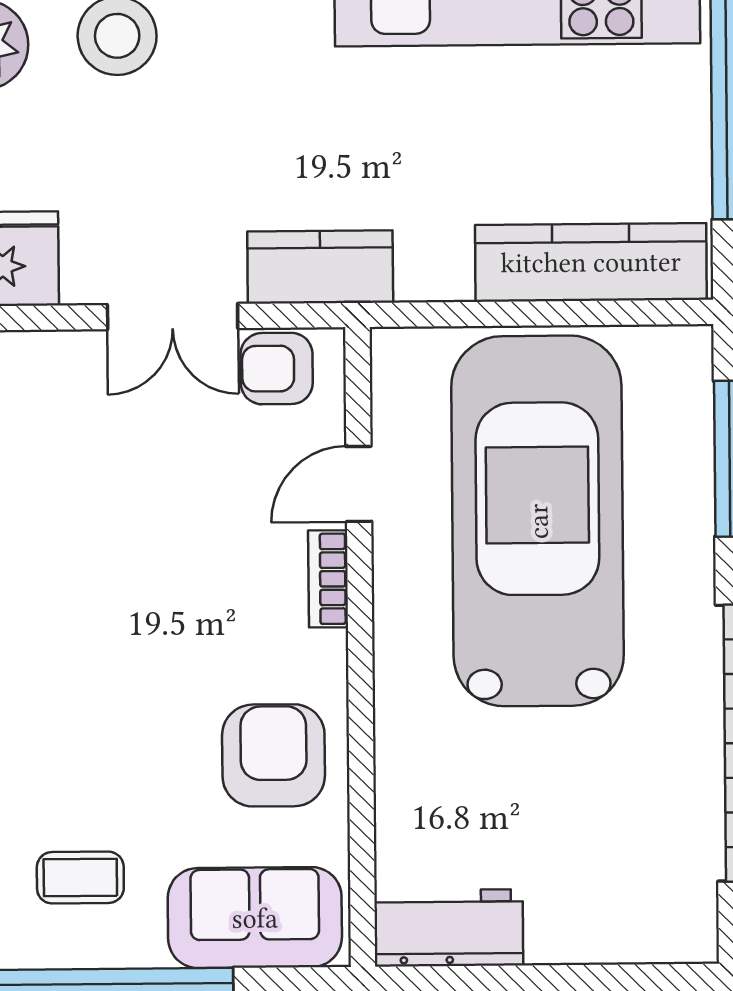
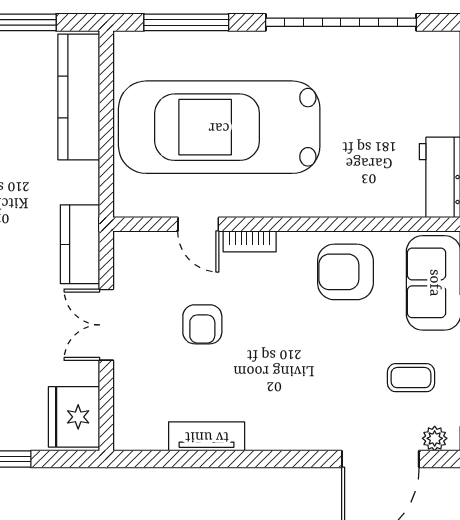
double door: (173, 317) -> (106, 325), swing flipped
armchair: (277, 369) -> (202, 324), moved
coffee table: (80, 878) -> (411, 378), turned 90

